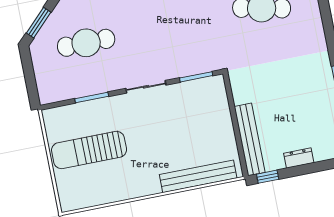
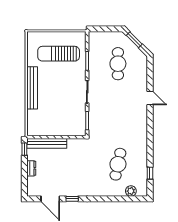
sun lounger: (89, 150) -> (59, 54), turned -90
bench: (198, 176) -> (32, 88), moved

